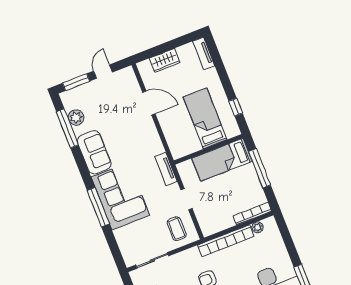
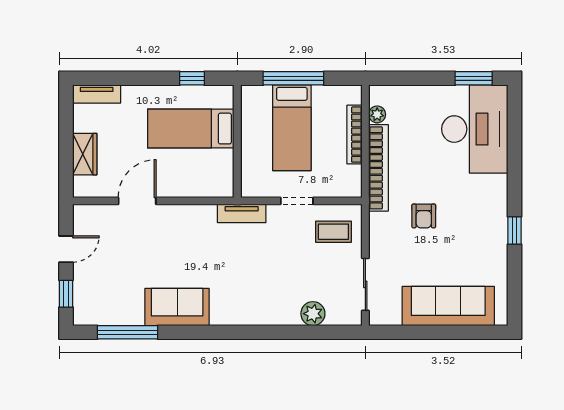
door: (103, 72) -> (66, 249), swing flipped
window: (76, 82) -> (66, 294), width x0.67
plant: (76, 117) -> (313, 314), moved
bed: (222, 160) -> (292, 128), moved
corner sofa: (120, 196) -> (255, 294), removed
window: (98, 207) -> (258, 332), removed
bookcase: (252, 214) -> (355, 135), moved

